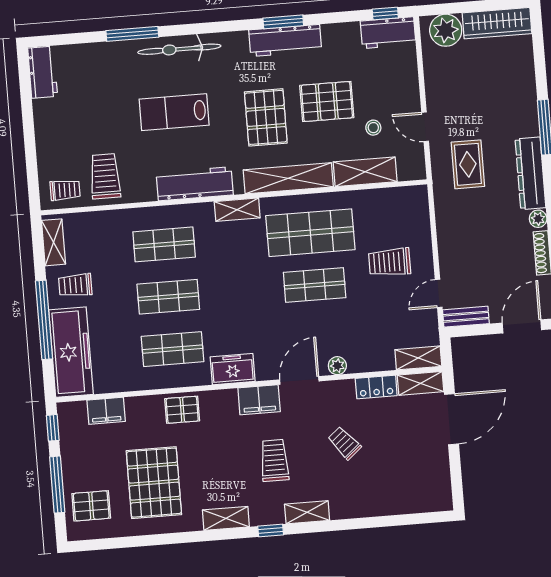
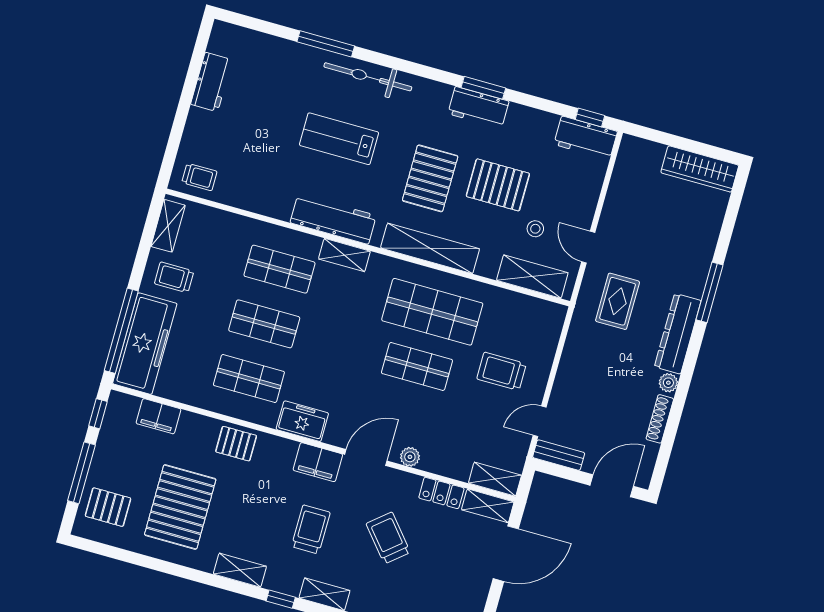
plant: (446, 30) -> (645, 157), removed
workbench: (285, 40) -> (478, 107), width x0.73
workbench: (43, 72) -> (211, 82), moved
shelving: (365, 172) -> (532, 277), moved
trolley: (105, 176) -> (245, 178), removed
shelving: (237, 210) -> (344, 255), moved
window: (44, 320) -> (121, 331), moved
trolley: (344, 443) -> (388, 538), width x1.36, depth x1.39

